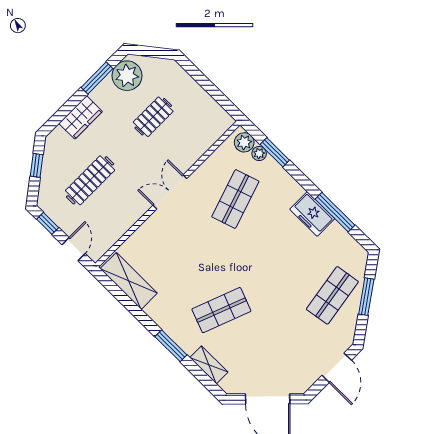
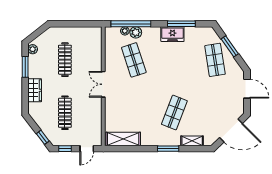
plant: (127, 76) -> (33, 49), width x0.53, depth x0.53
clothes rail: (153, 117) -> (65, 60), width x1.36
plant: (244, 142) -> (136, 32), moved
window: (275, 152) -> (131, 24), width x2.11
window: (37, 165) -> (43, 137), moved
door: (74, 249) -> (87, 149), swing flipped

